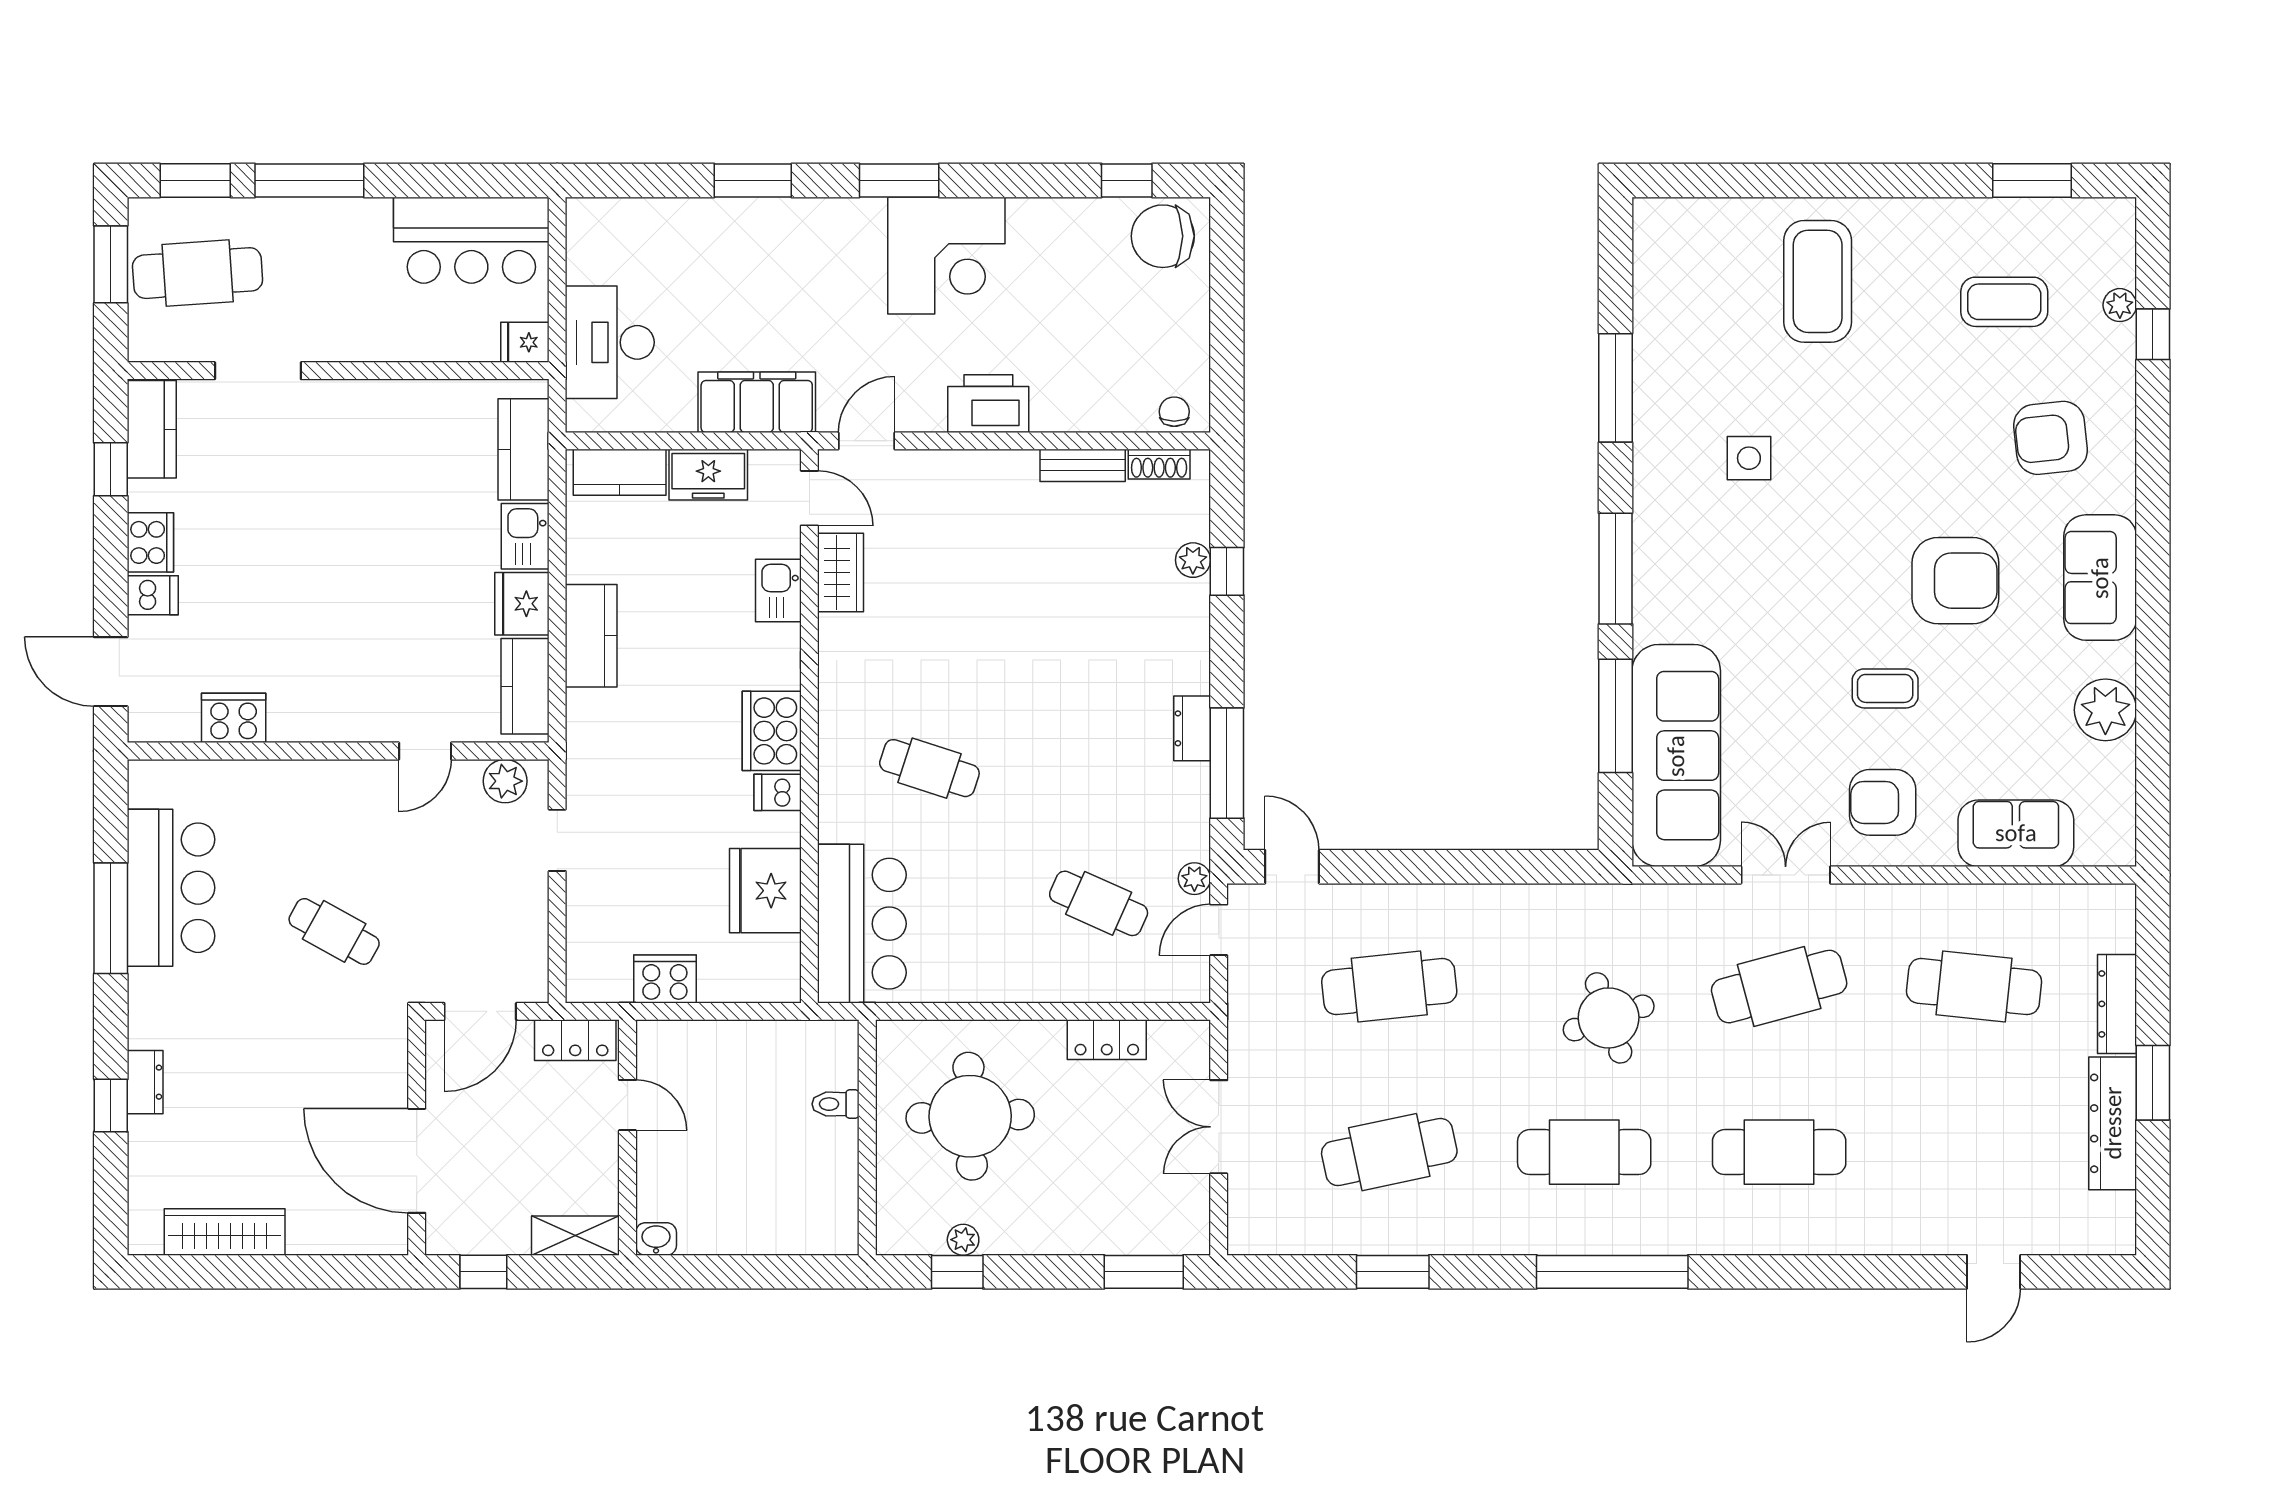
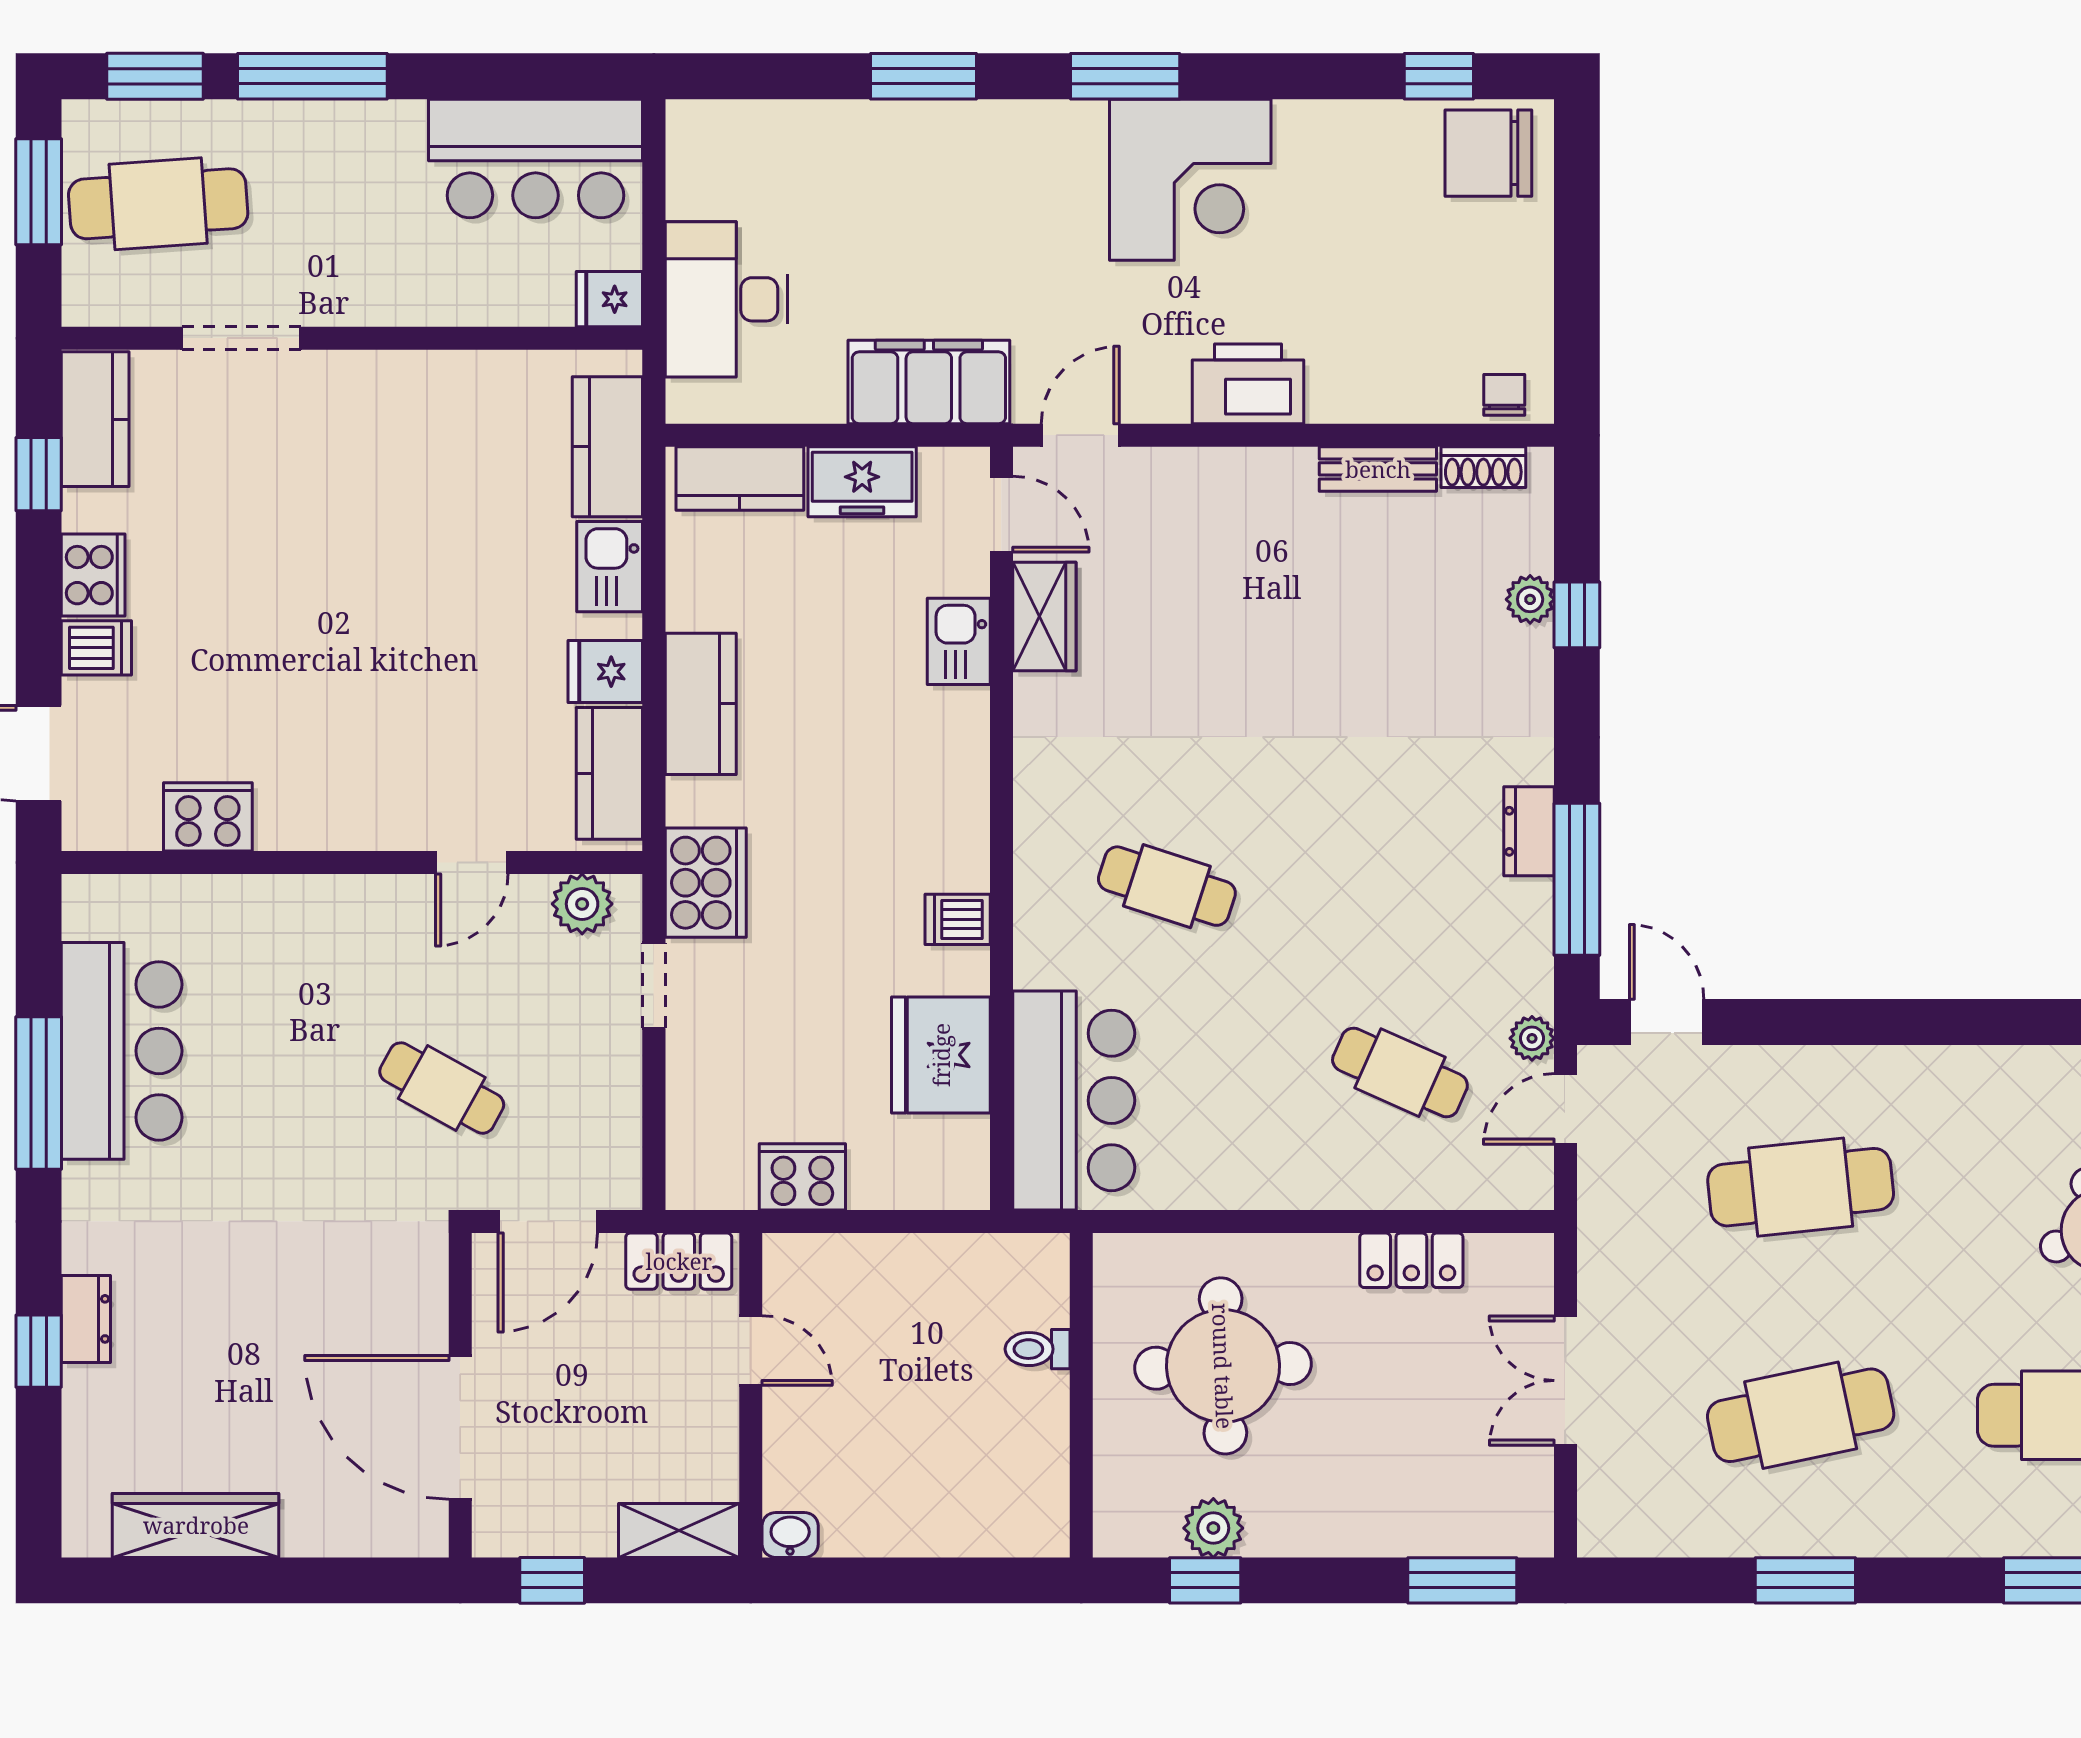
fridge: (522, 604) -> (605, 672), width x0.72
cooker: (772, 731) -> (706, 883), moved, turned 180
cafe table: (334, 931) -> (442, 1088), moved
plant: (963, 1240) -> (1213, 1528), width x1.38, depth x1.38

